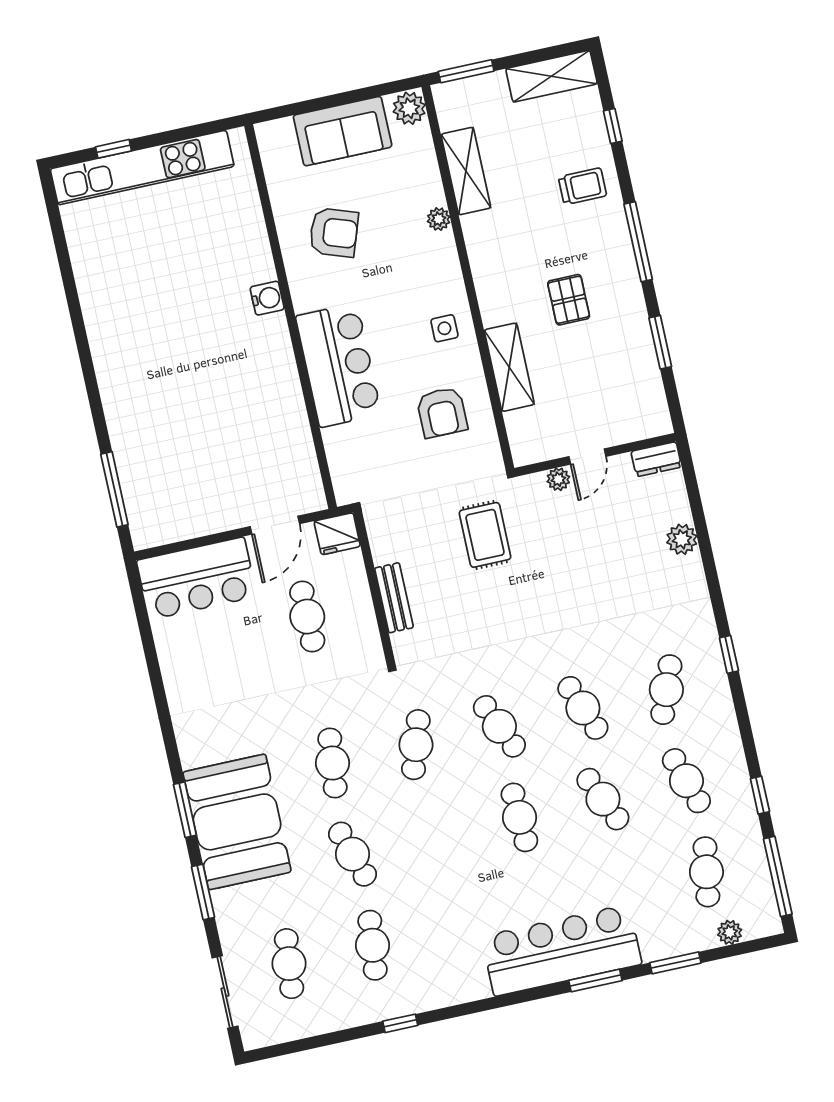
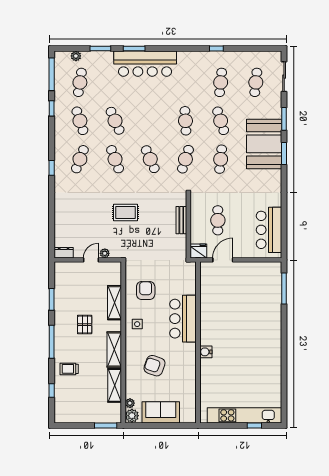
shelving: (551, 76) -> (114, 350), moved, turned 90
plant: (439, 219) -> (130, 403), moved
armchair: (334, 232) -> (154, 366), moved
rug: (485, 535) -> (125, 213), moved, turned 90
plant: (682, 539) -> (60, 218), removed
bar counter: (197, 578) -> (269, 230), moved, turned -90
cafe table: (519, 817) -> (185, 121), moved

